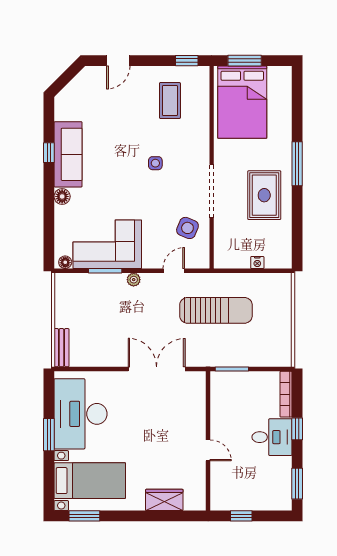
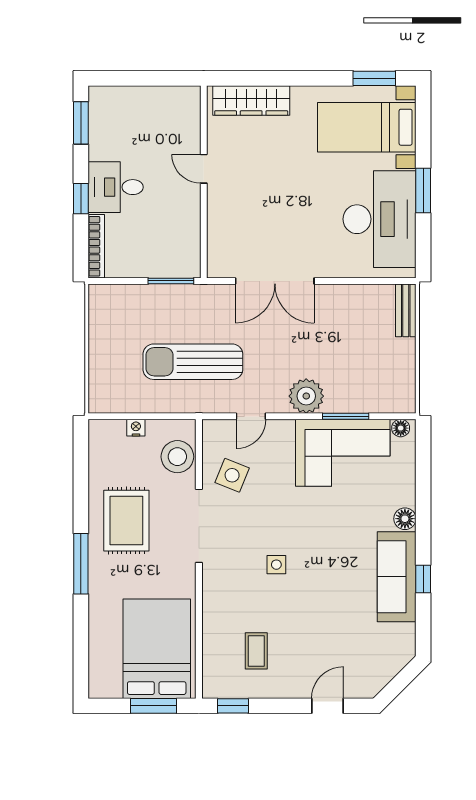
coffee table: (170, 101) -> (256, 651), width x0.73, depth x0.77
stool: (227, 242) -> (177, 457), added
plant: (134, 280) -> (306, 396), width x1.88, depth x1.88
wardrobe: (164, 500) -> (251, 101), width x1.50
window: (241, 516) -> (158, 78), removed

